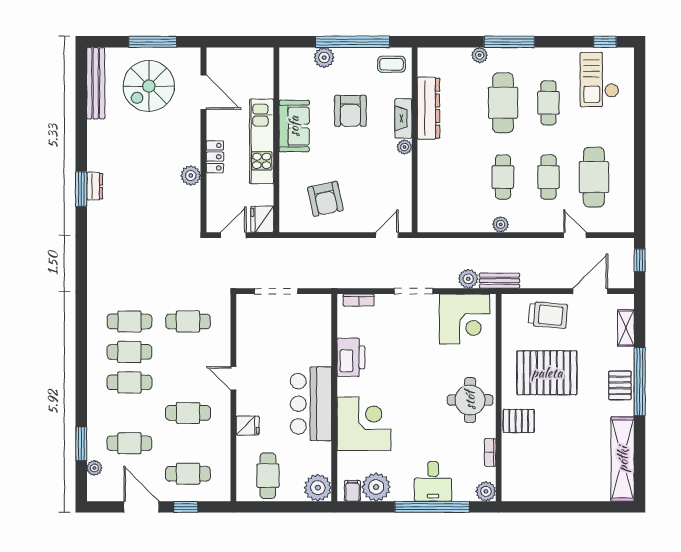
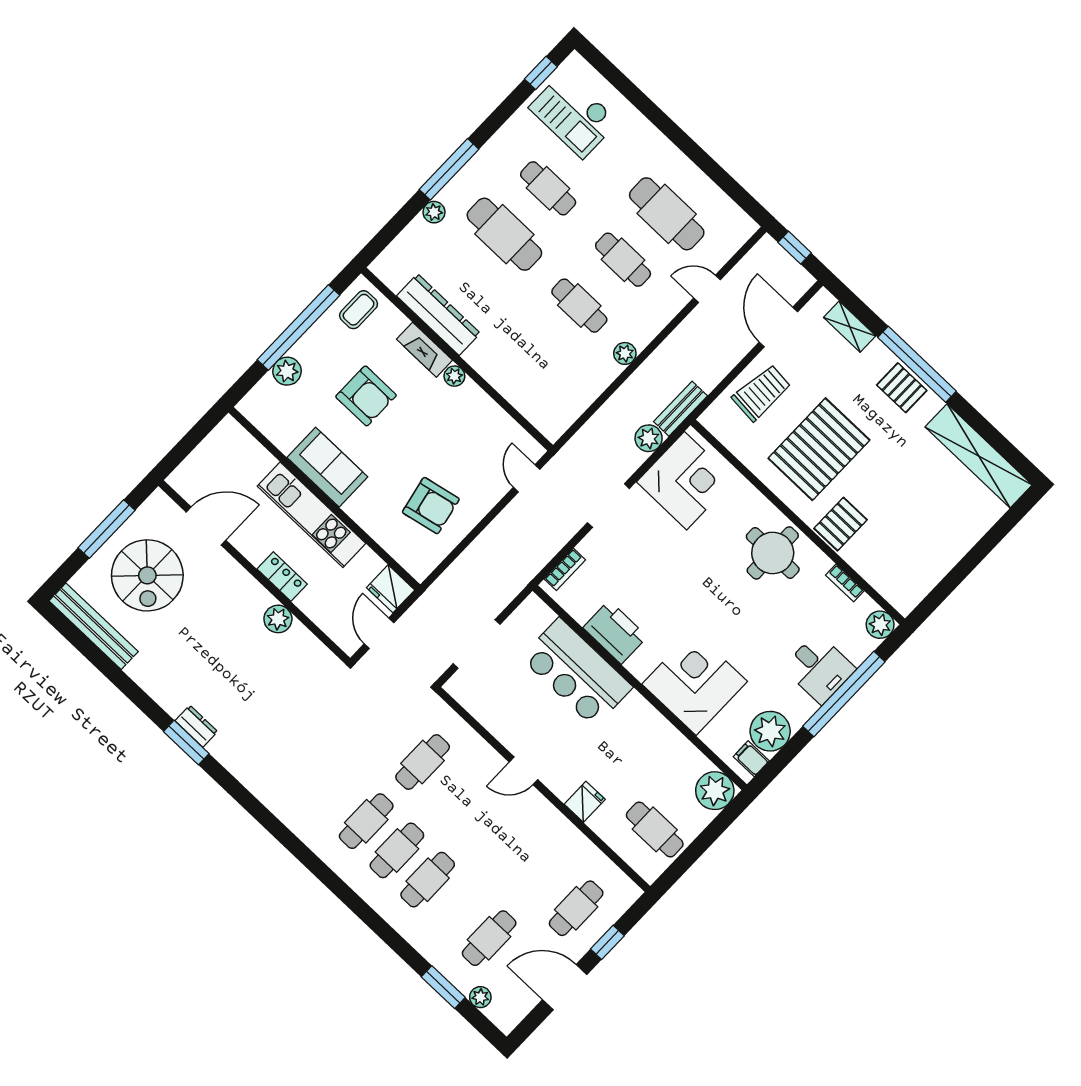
bar counter: (311, 404) -> (577, 672), moved
cafe table: (188, 413) -> (515, 850), removed

